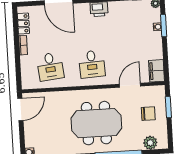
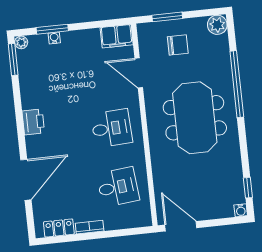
chair: (148, 114) -> (178, 45), turned 90
plant: (150, 143) -> (217, 25), moved

